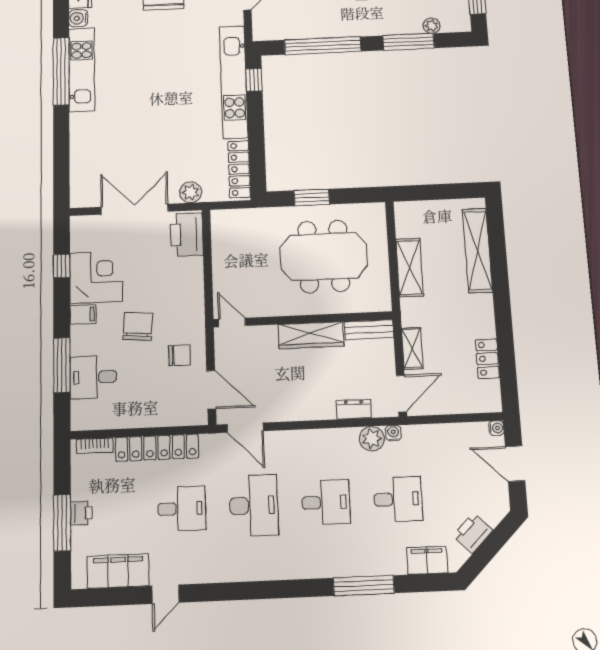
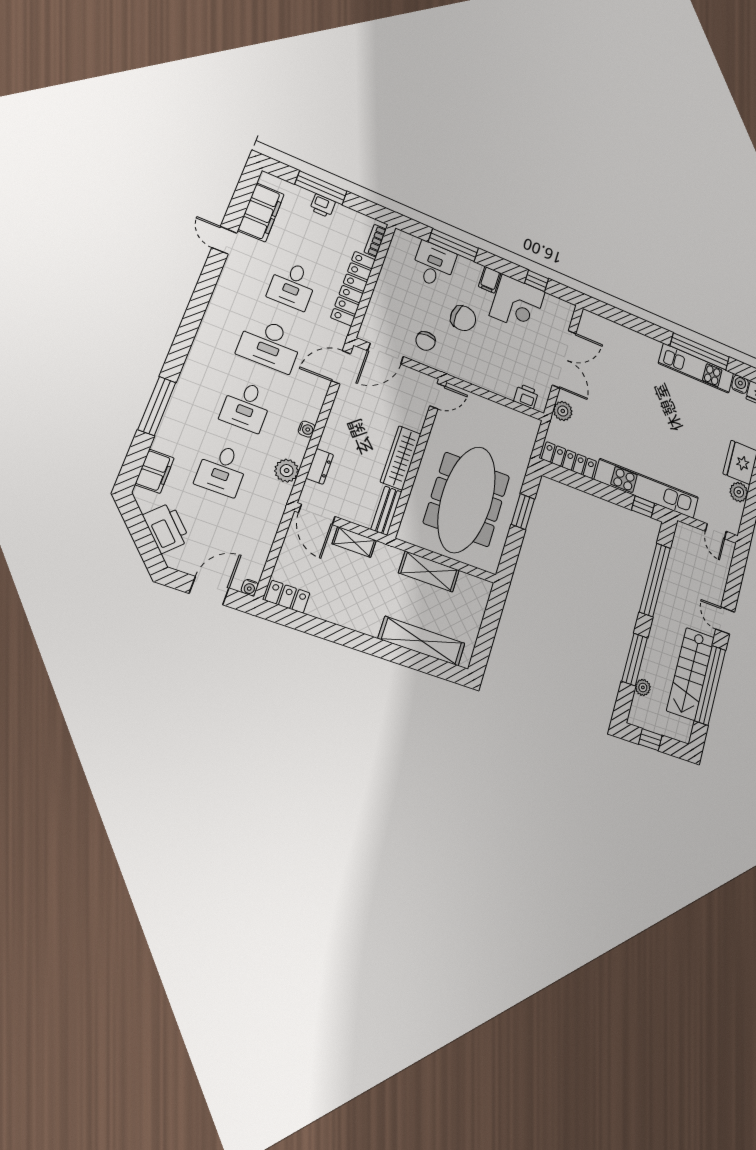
printer: (187, 235) -> (526, 396), width x0.53, depth x0.68
meeting table: (324, 256) -> (467, 499), width x1.36
locker: (487, 359) -> (288, 597), moved
water cooler: (393, 433) -> (307, 429), moved
printer: (473, 533) -> (166, 528), width x1.37, depth x1.19

